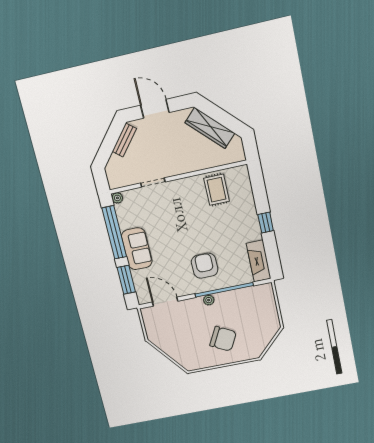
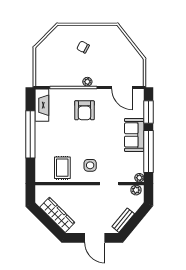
plant: (118, 182) -> (136, 190), added
side table: (182, 200) -> (90, 165), added
window: (266, 222) -> (30, 134), width x3.17
chair: (223, 339) -> (83, 47), width x0.54, depth x0.54

